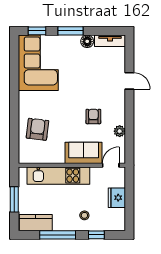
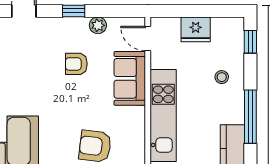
window: (129, 115) -> (74, 11), added
window: (96, 235) -> (250, 42), moved

